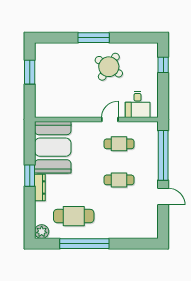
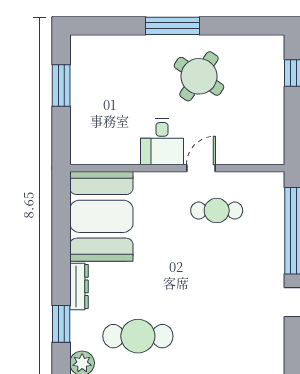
desk: (138, 104) -> (162, 142), moved
window: (30, 176) -> (61, 324), moved
cafe table: (119, 180) -> (217, 273), removed

